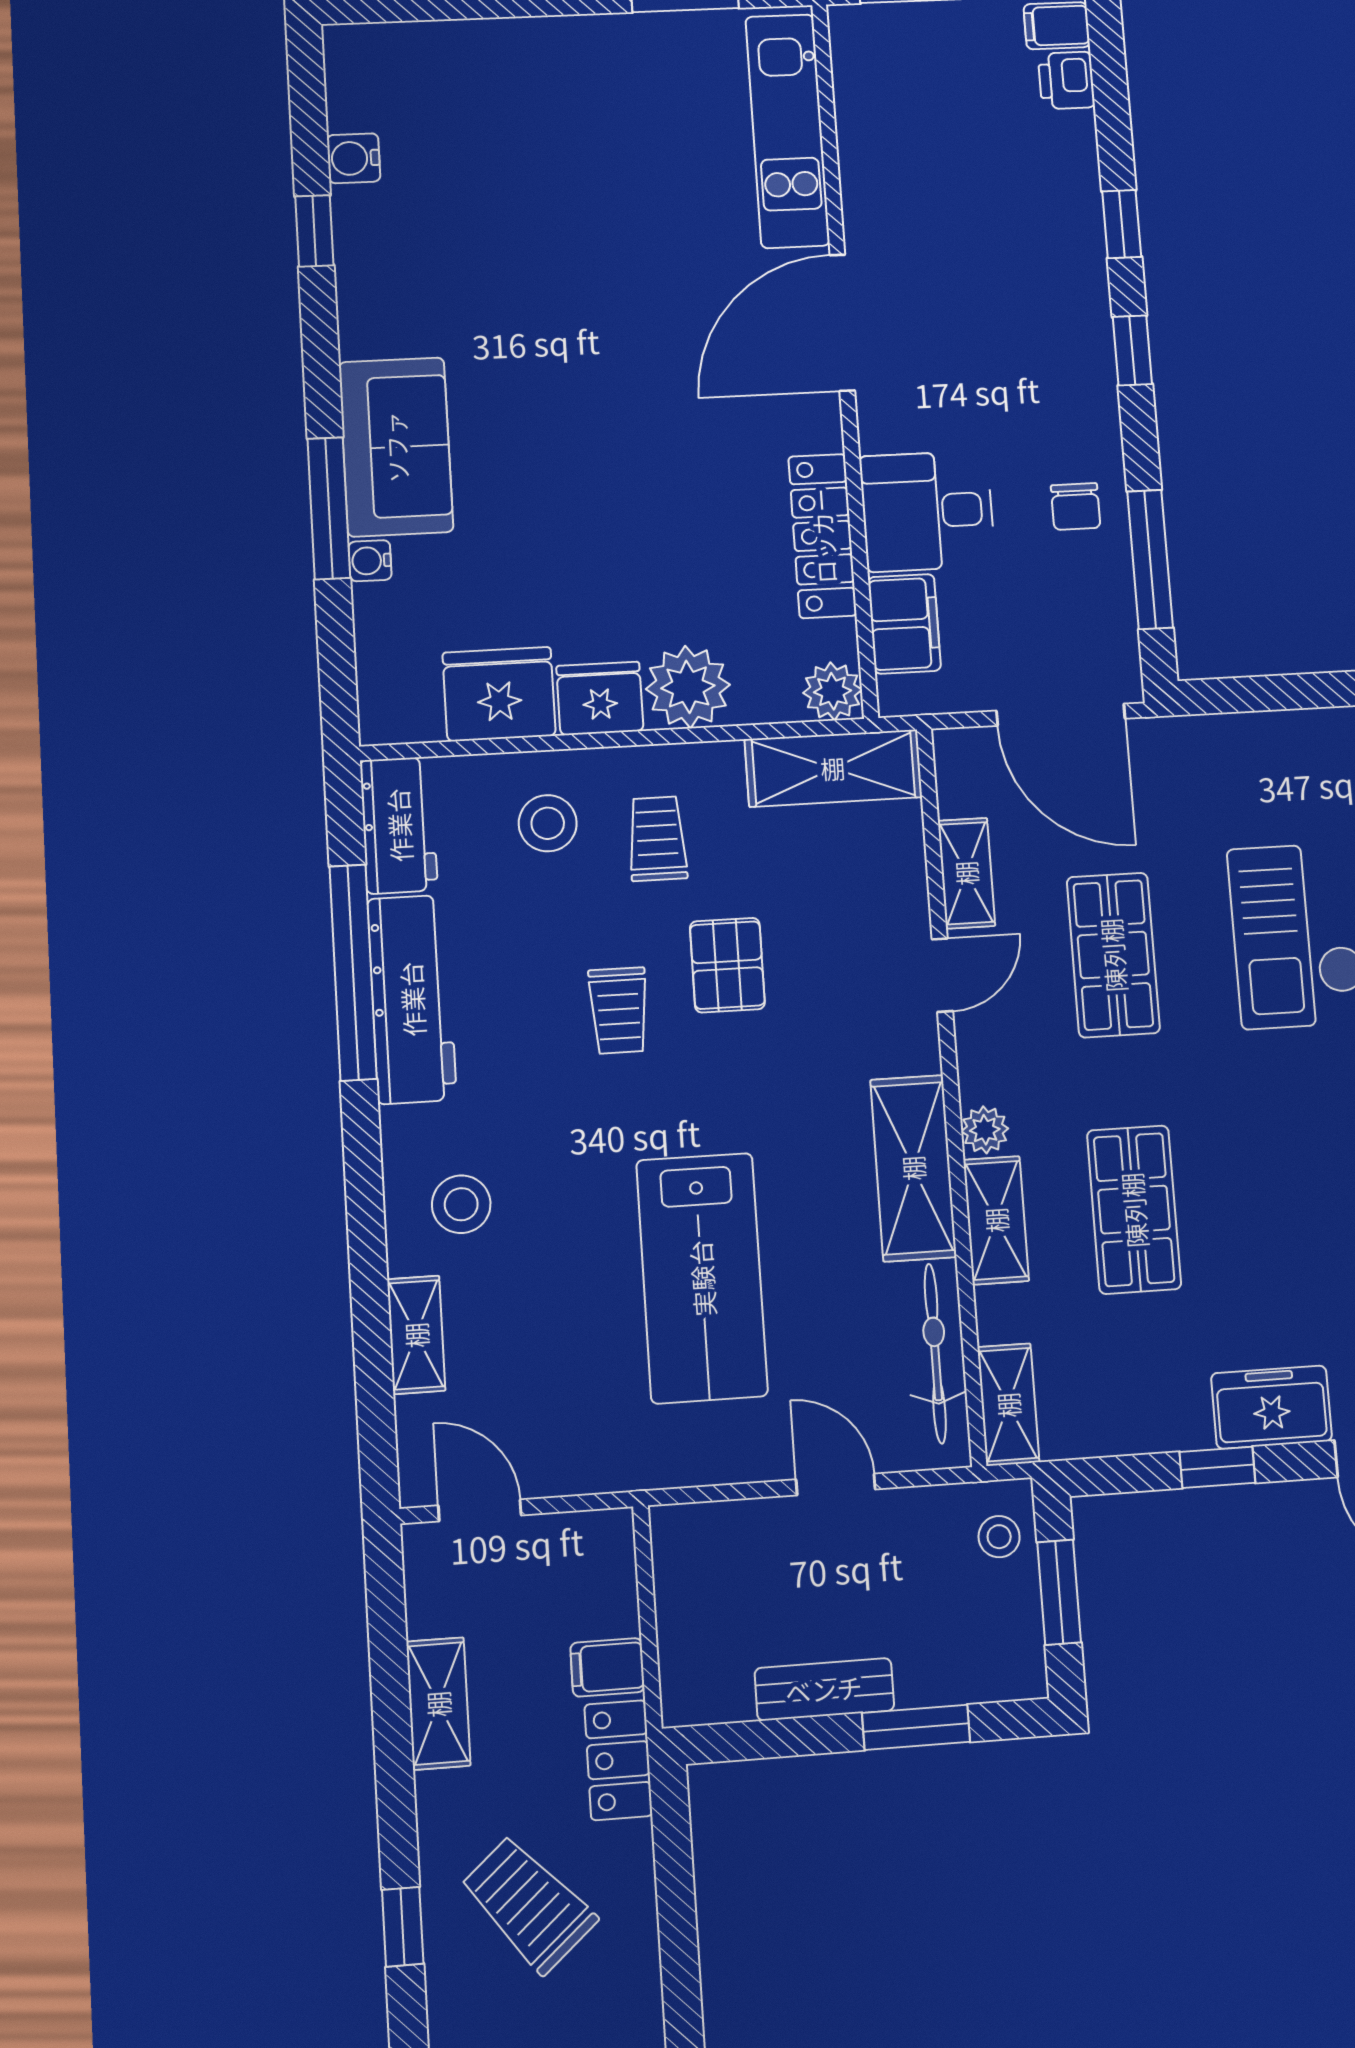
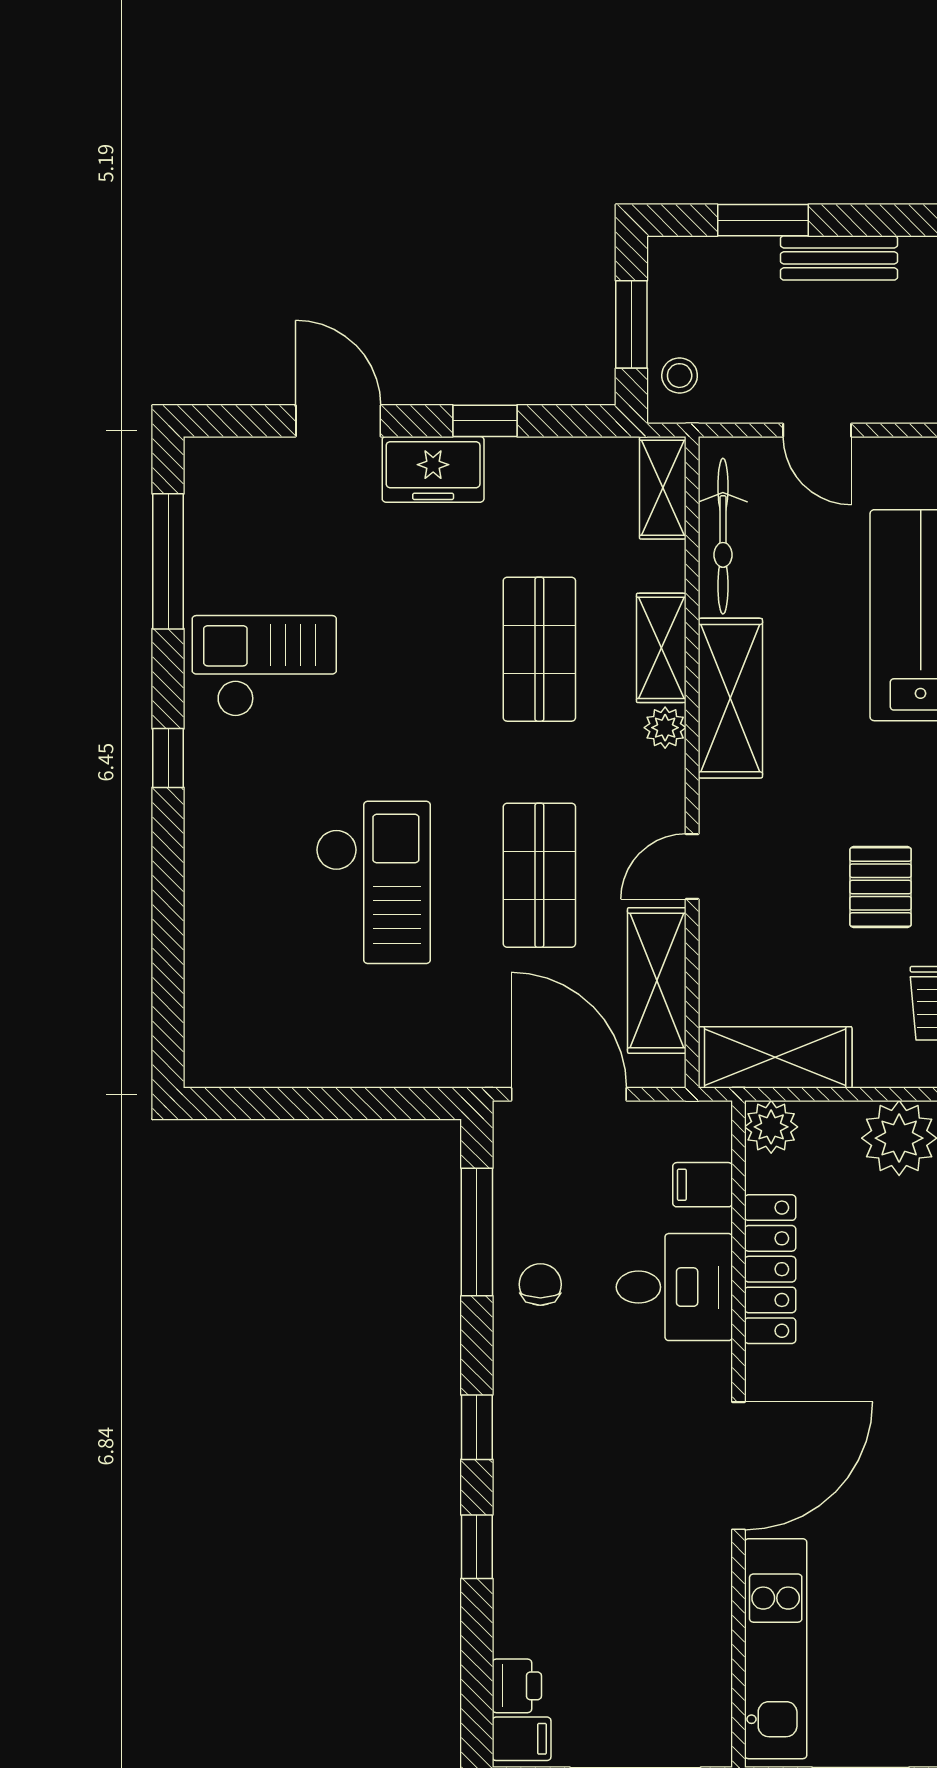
filing cabinet: (904, 624) -> (703, 1185), width x0.50
shelving: (966, 873) -> (657, 980), width x1.50, depth x1.33

